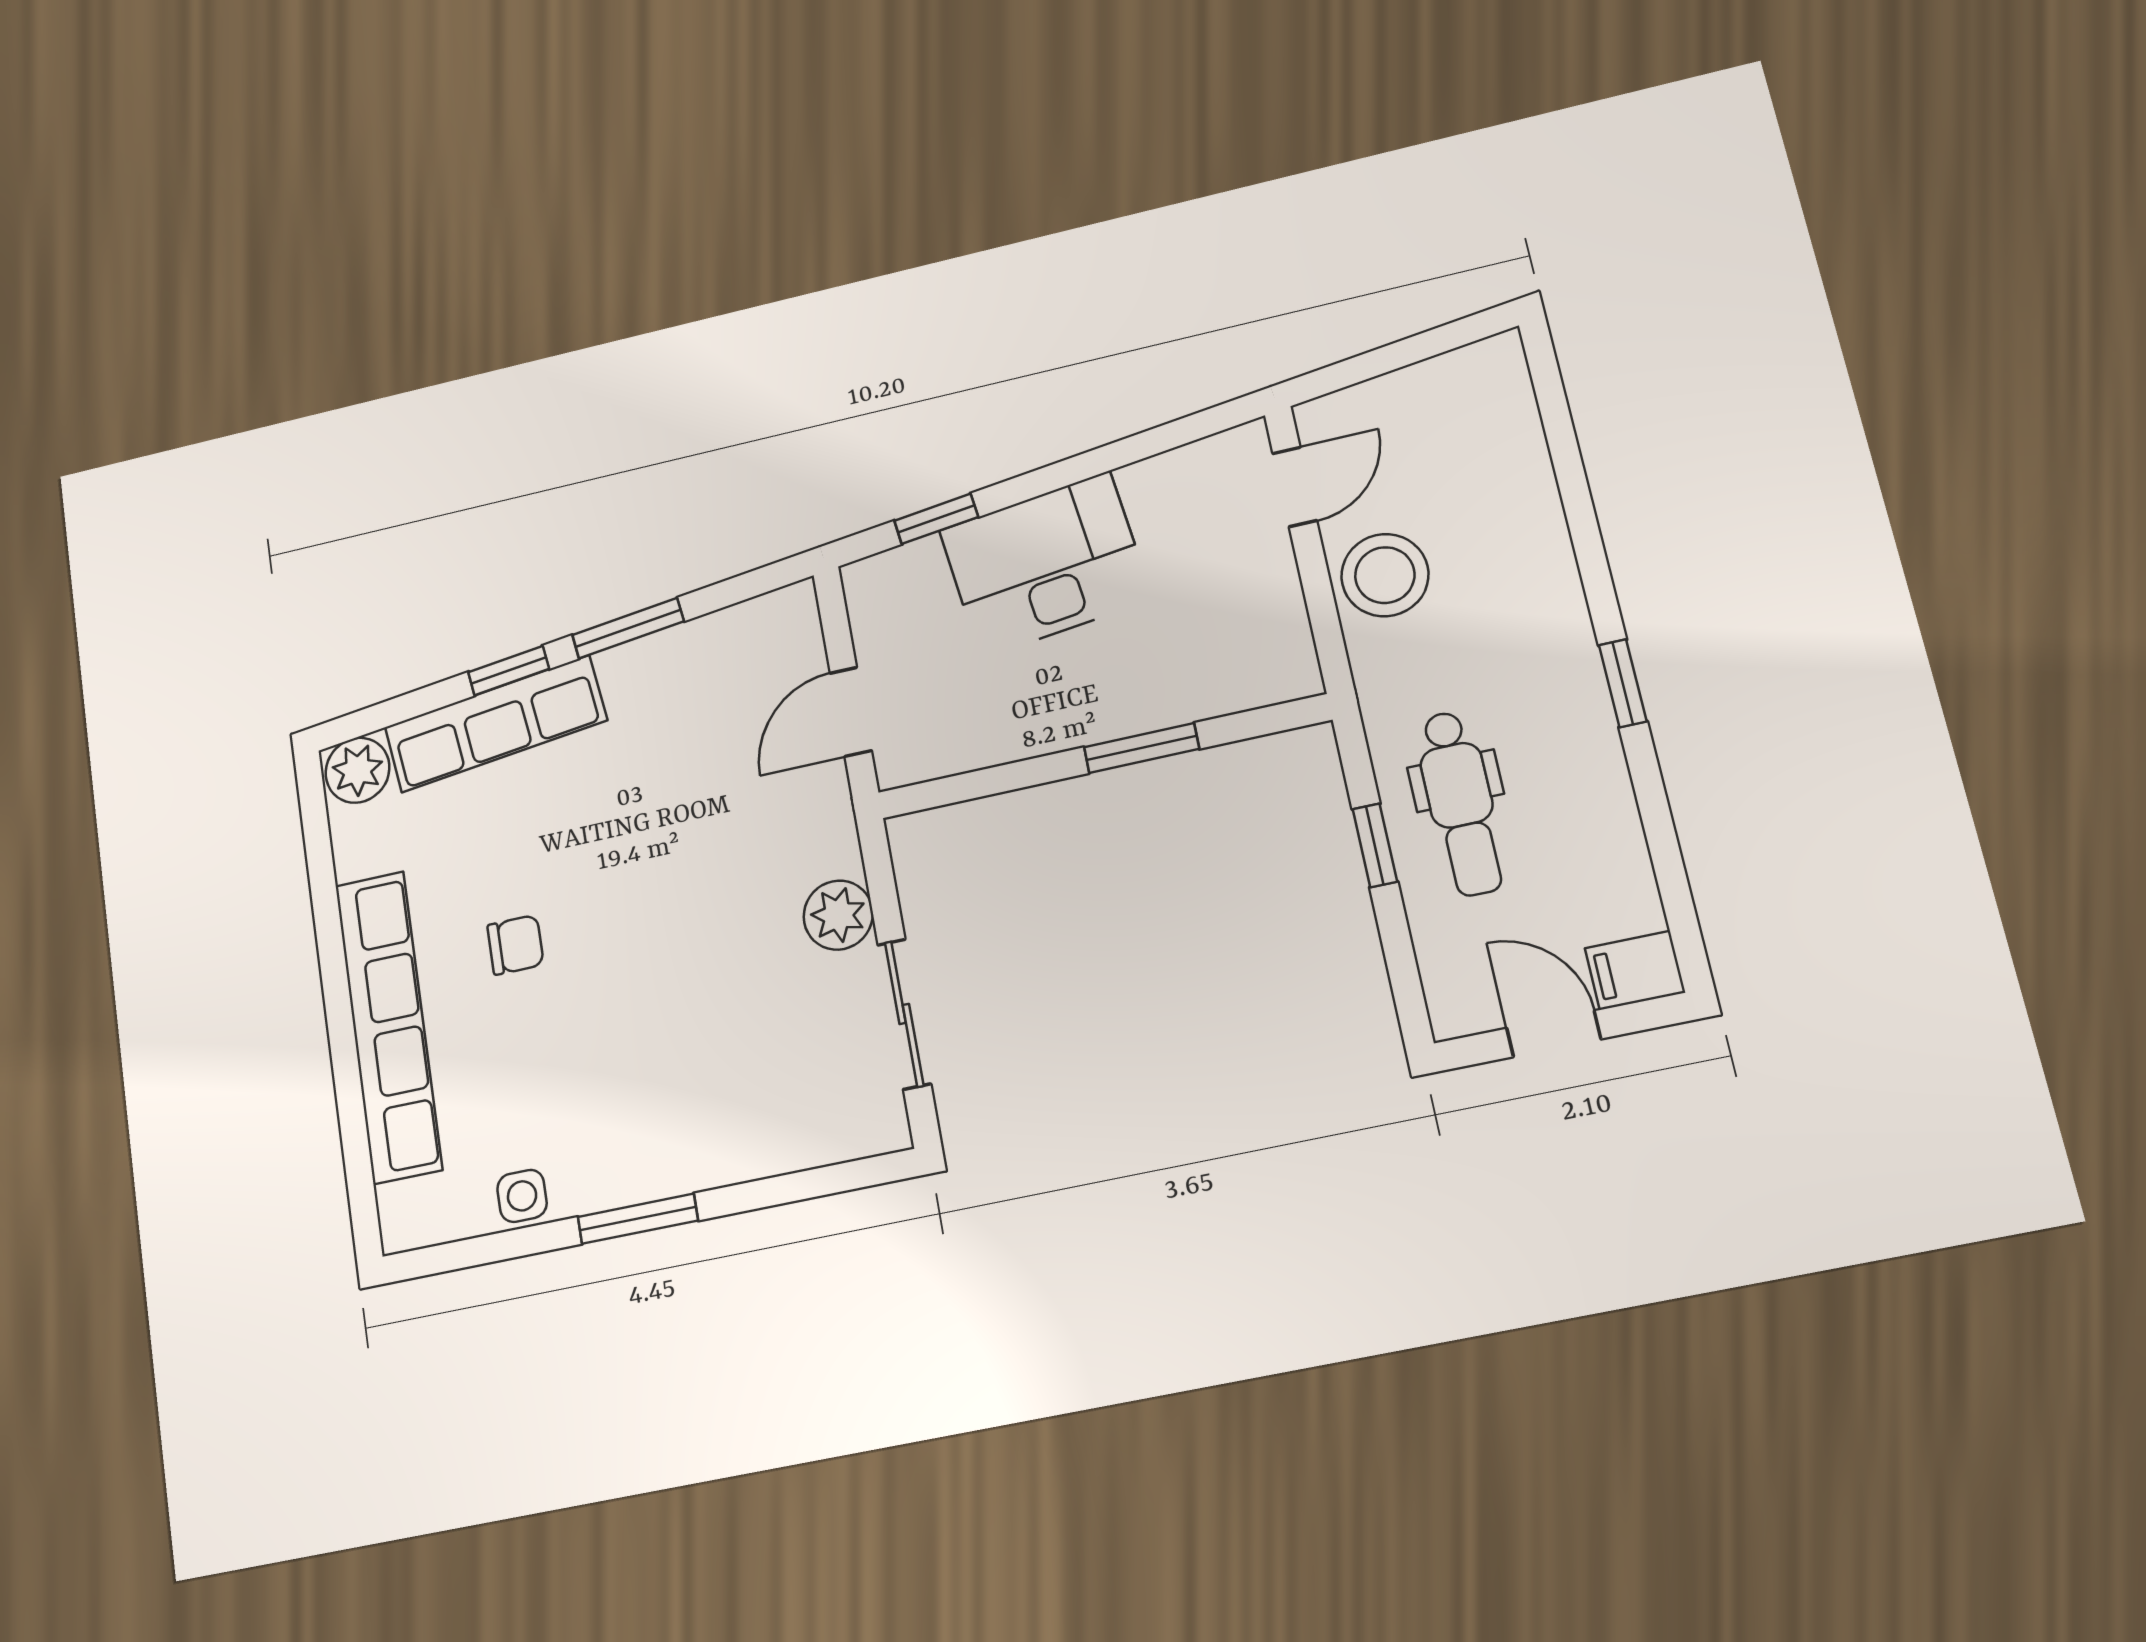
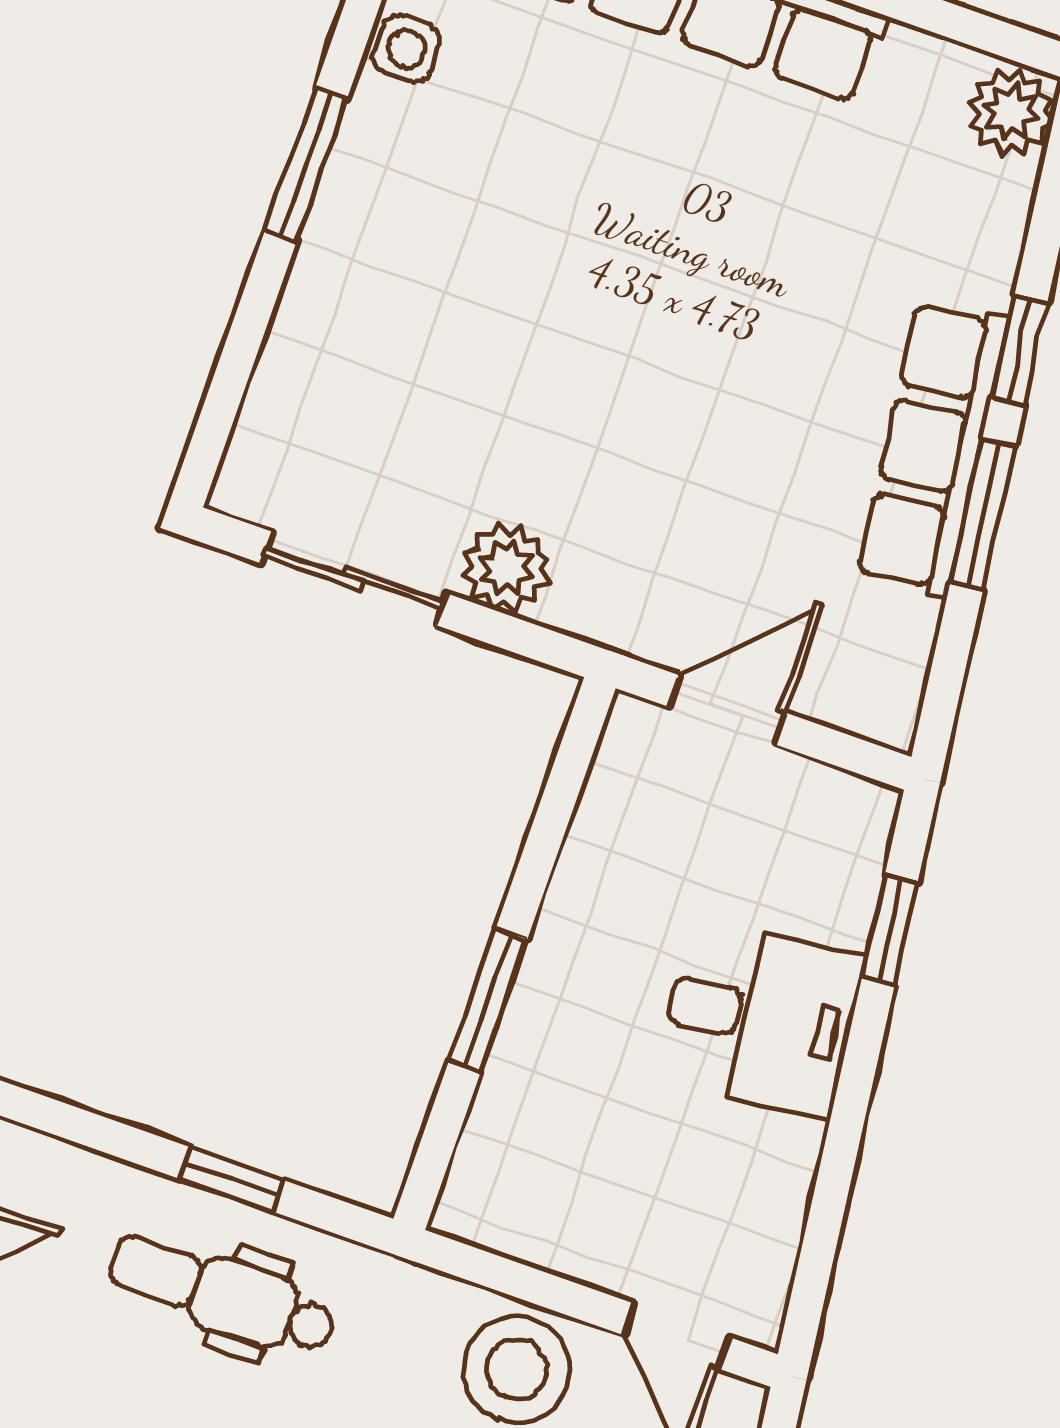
desk: (1045, 564) -> (760, 1018), width x0.73
door: (851, 712) -> (727, 710), hinge flipped
row of seats: (495, 724) -> (933, 448), moved
chair: (515, 945) -> (693, 189), removed

